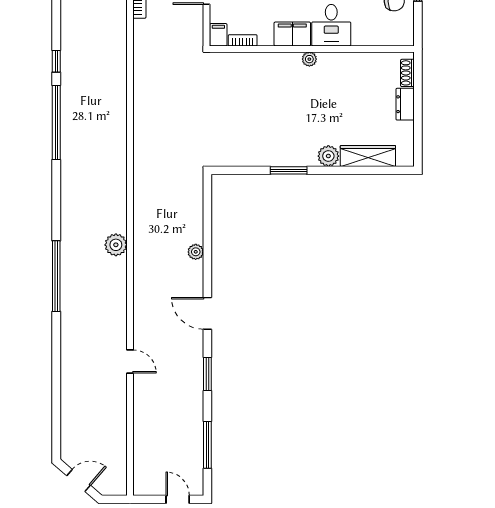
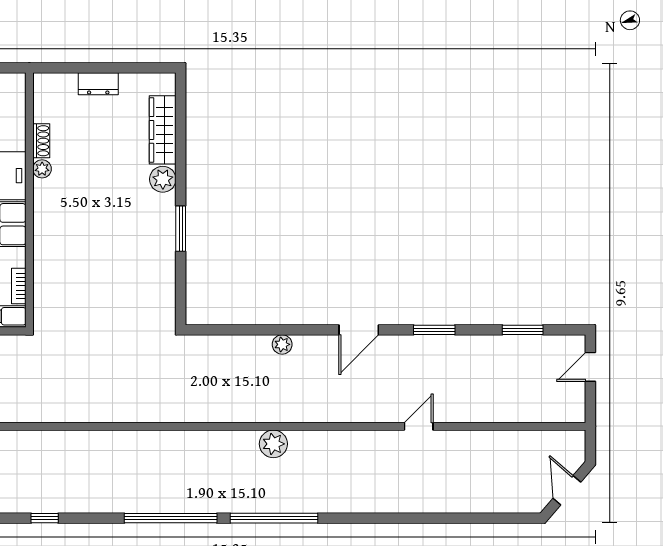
plant: (309, 59) -> (42, 169), moved
shoe rack: (407, 73) -> (41, 141), moved, turned -90
window: (56, 122) -> (171, 518), moved
window: (56, 276) -> (274, 518), moved
window: (207, 445) -> (523, 330), width x0.69

